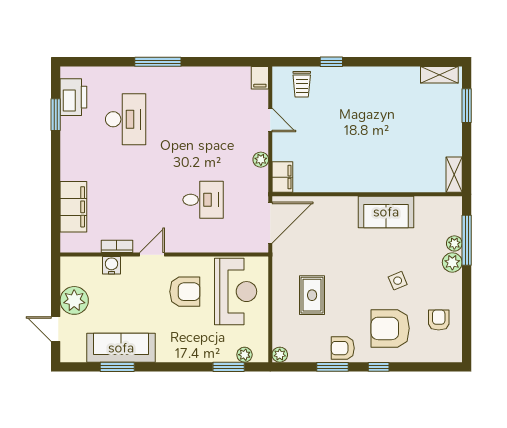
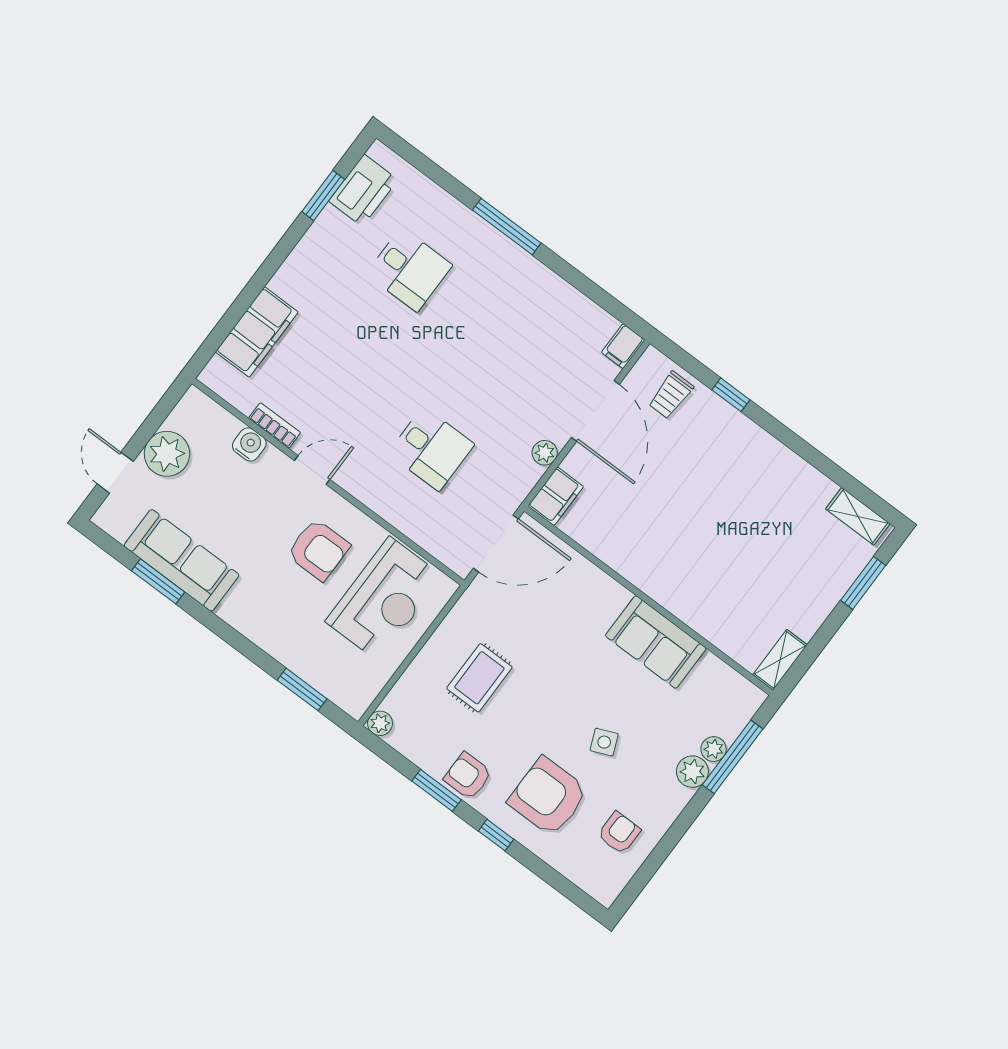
desk: (126, 119) -> (409, 270), width x0.73
door: (270, 120) -> (595, 411), width x1.87
plant: (244, 355) -> (334, 689), removed

